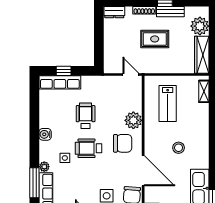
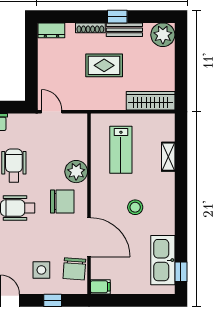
plant: (200, 26) -> (163, 35), moved
wardrobe: (202, 55) -> (151, 101), moved, turned 90
door: (131, 74) -> (52, 112), moved
shelving: (204, 91) -> (168, 157), moved

